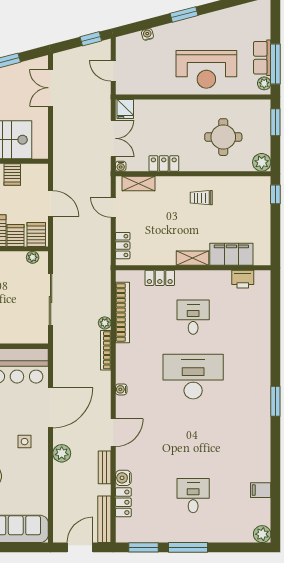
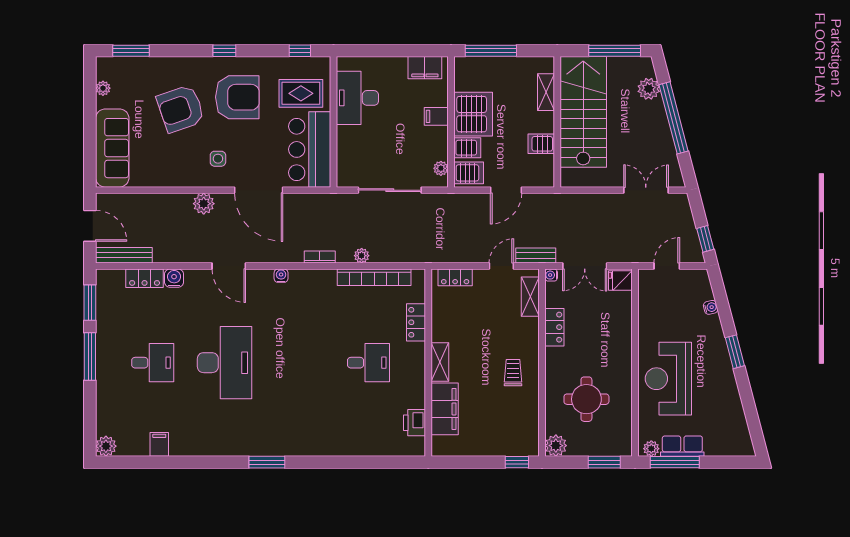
bookcase: (106, 350) -> (320, 257), width x0.64
desk: (193, 377) -> (225, 363), moved
bench: (105, 467) -> (536, 256), moved

